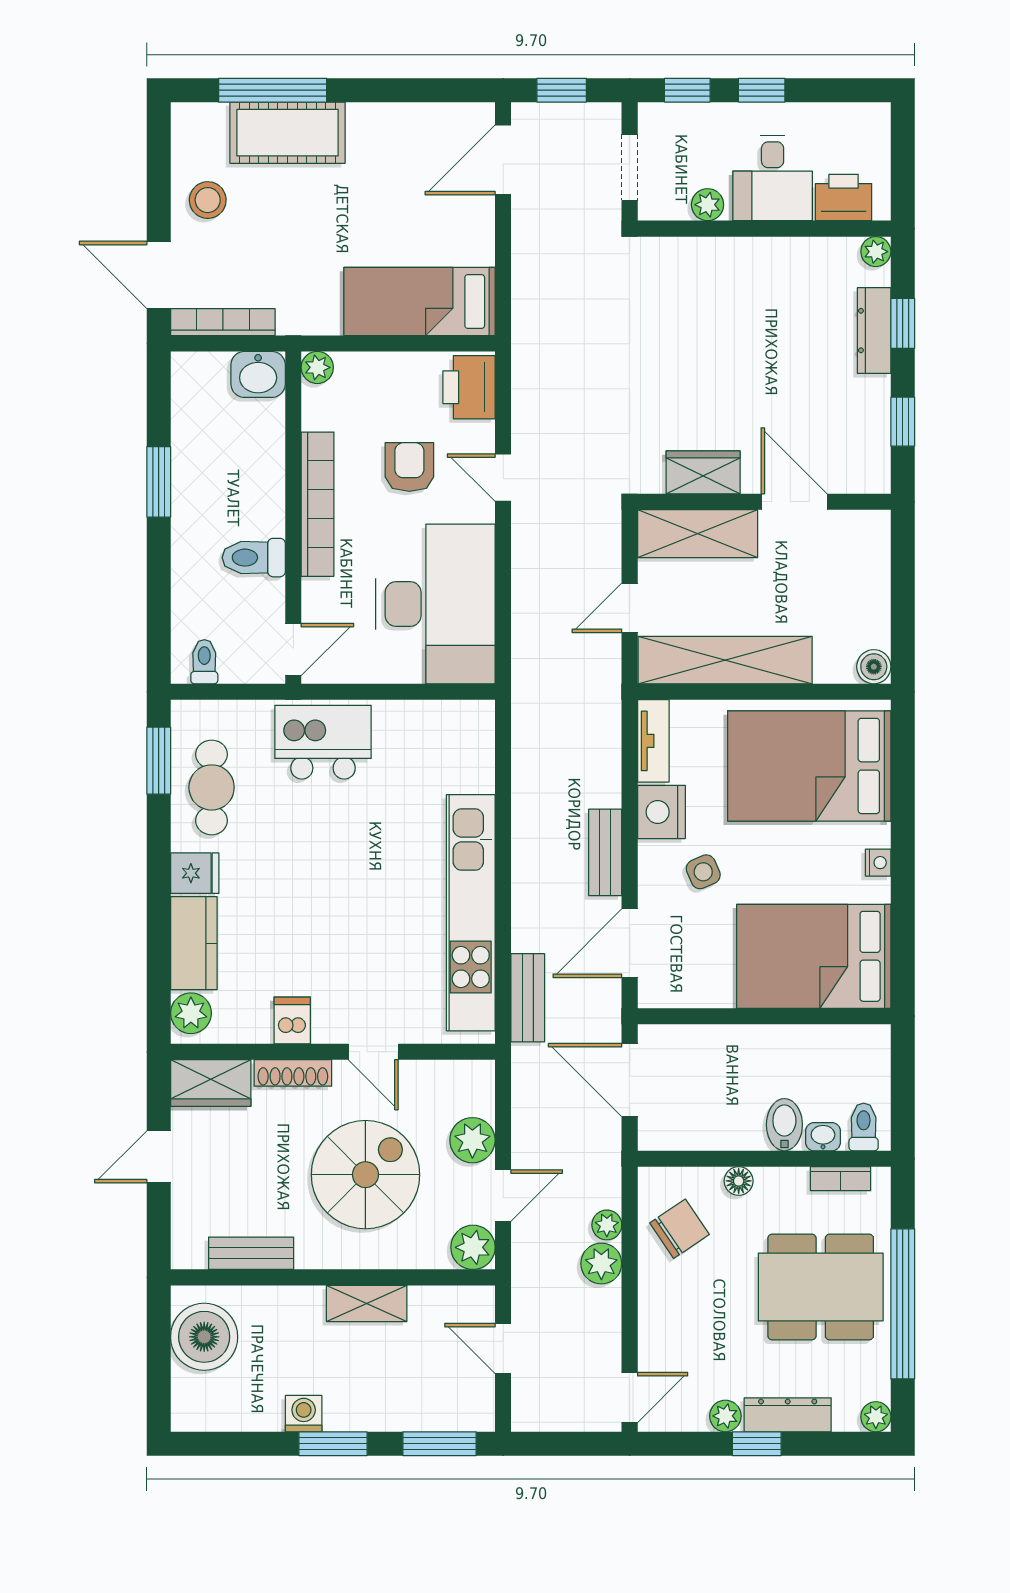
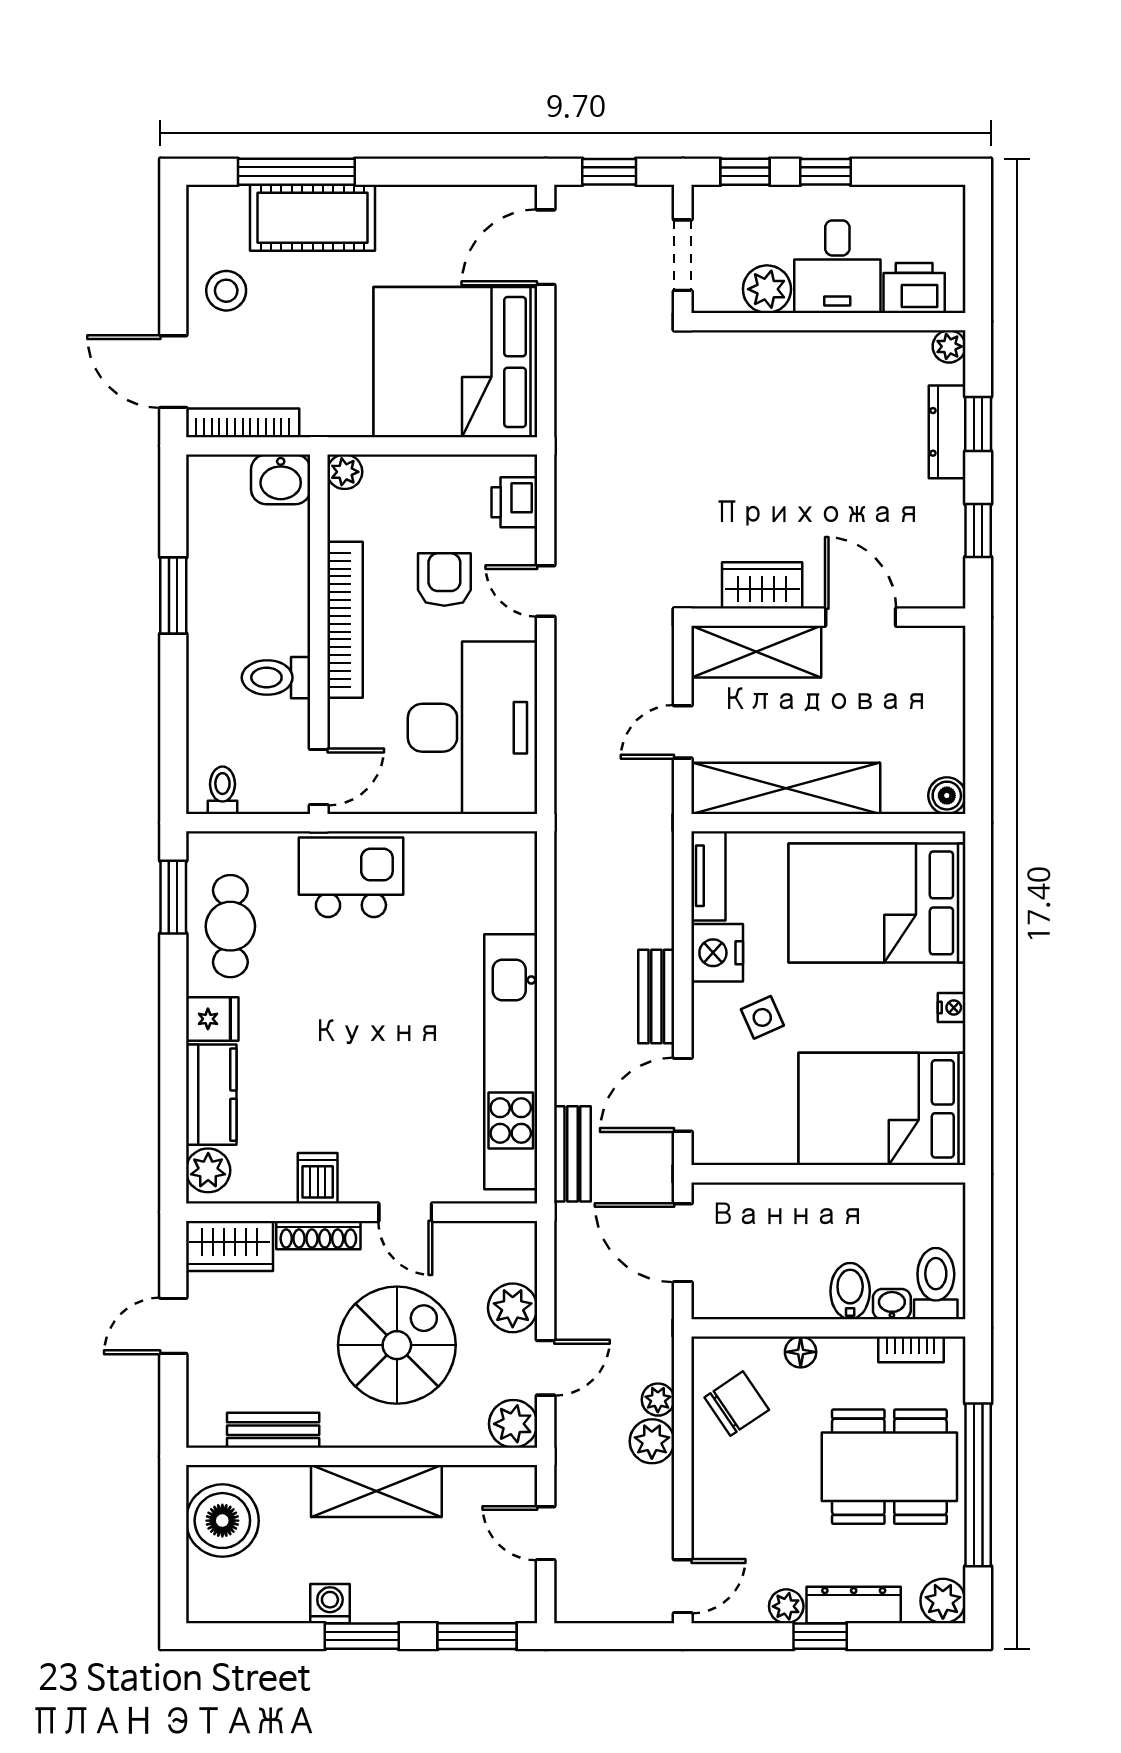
plant: (708, 205) -> (767, 289), width x1.38, depth x1.38
bed: (420, 302) -> (455, 362), width x2.04
printer: (469, 387) -> (514, 502), width x0.73, depth x0.81
toilet: (864, 1127) -> (936, 1284), width x1.37, depth x1.39
shelving: (367, 1303) -> (376, 1491), width x1.50, depth x1.33
plant: (876, 1417) -> (943, 1601), width x1.38, depth x1.38

